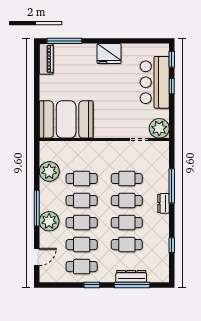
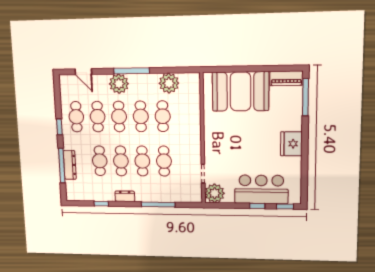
booth: (66, 119) -> (240, 91), moved, turned 90
dresser: (164, 203) -> (125, 196), moved

